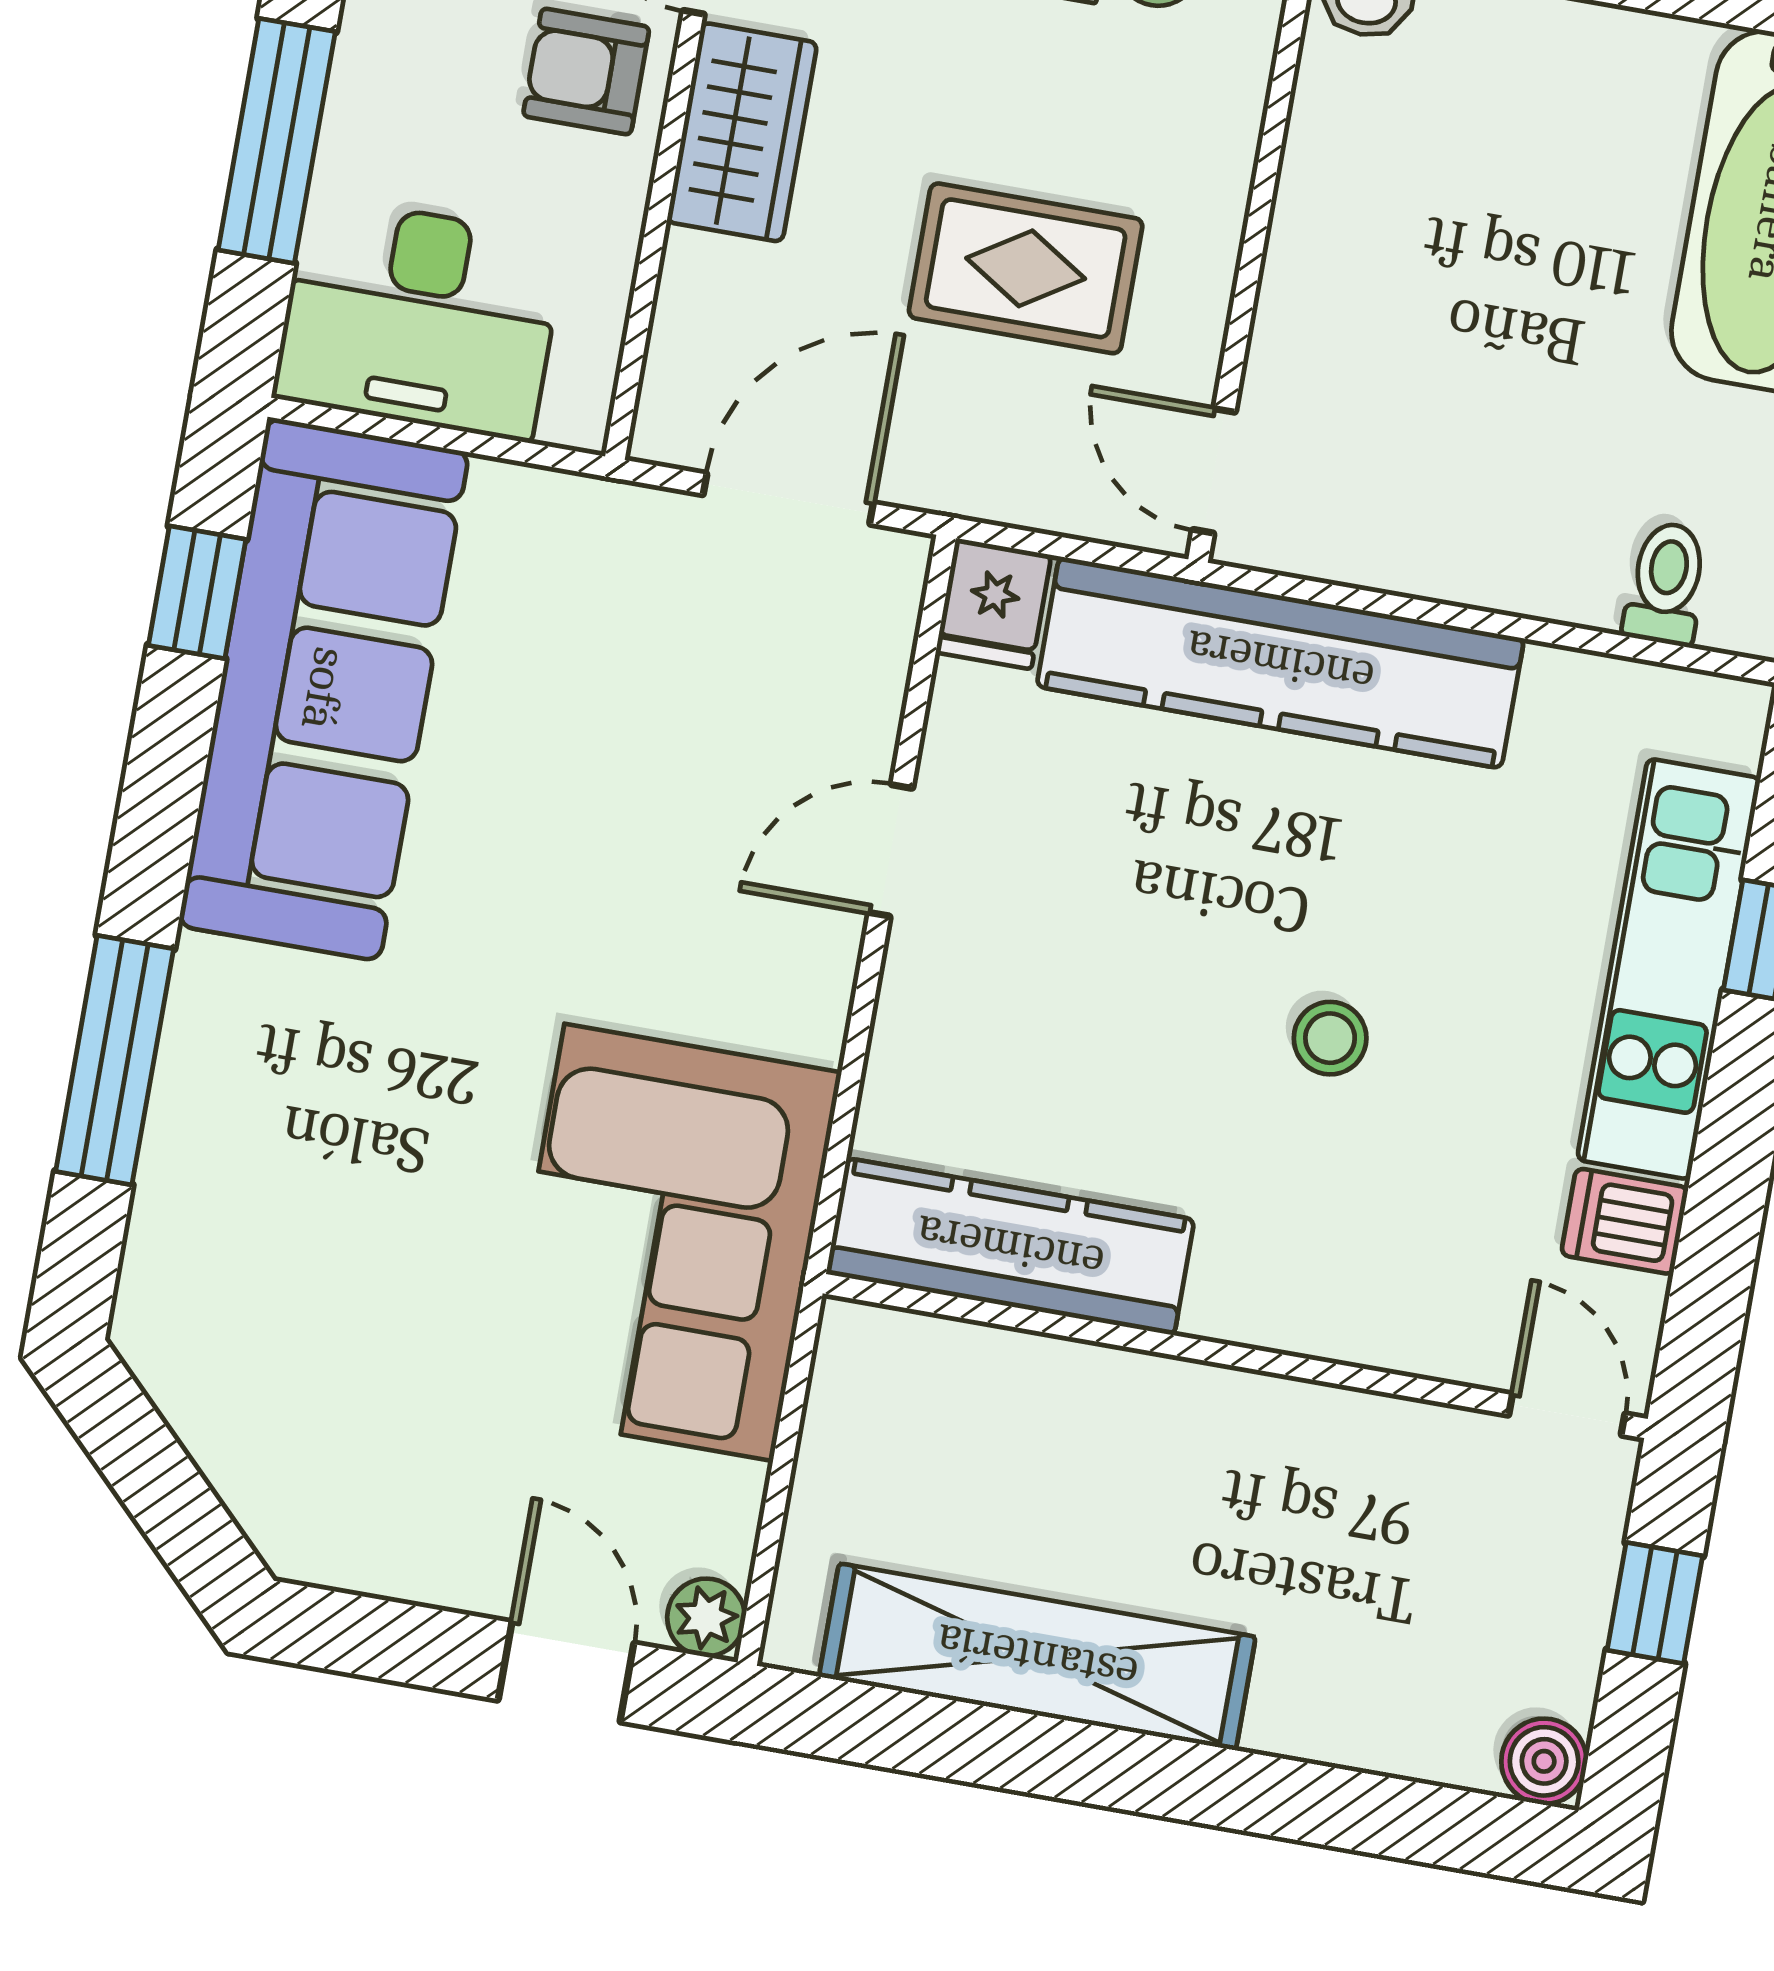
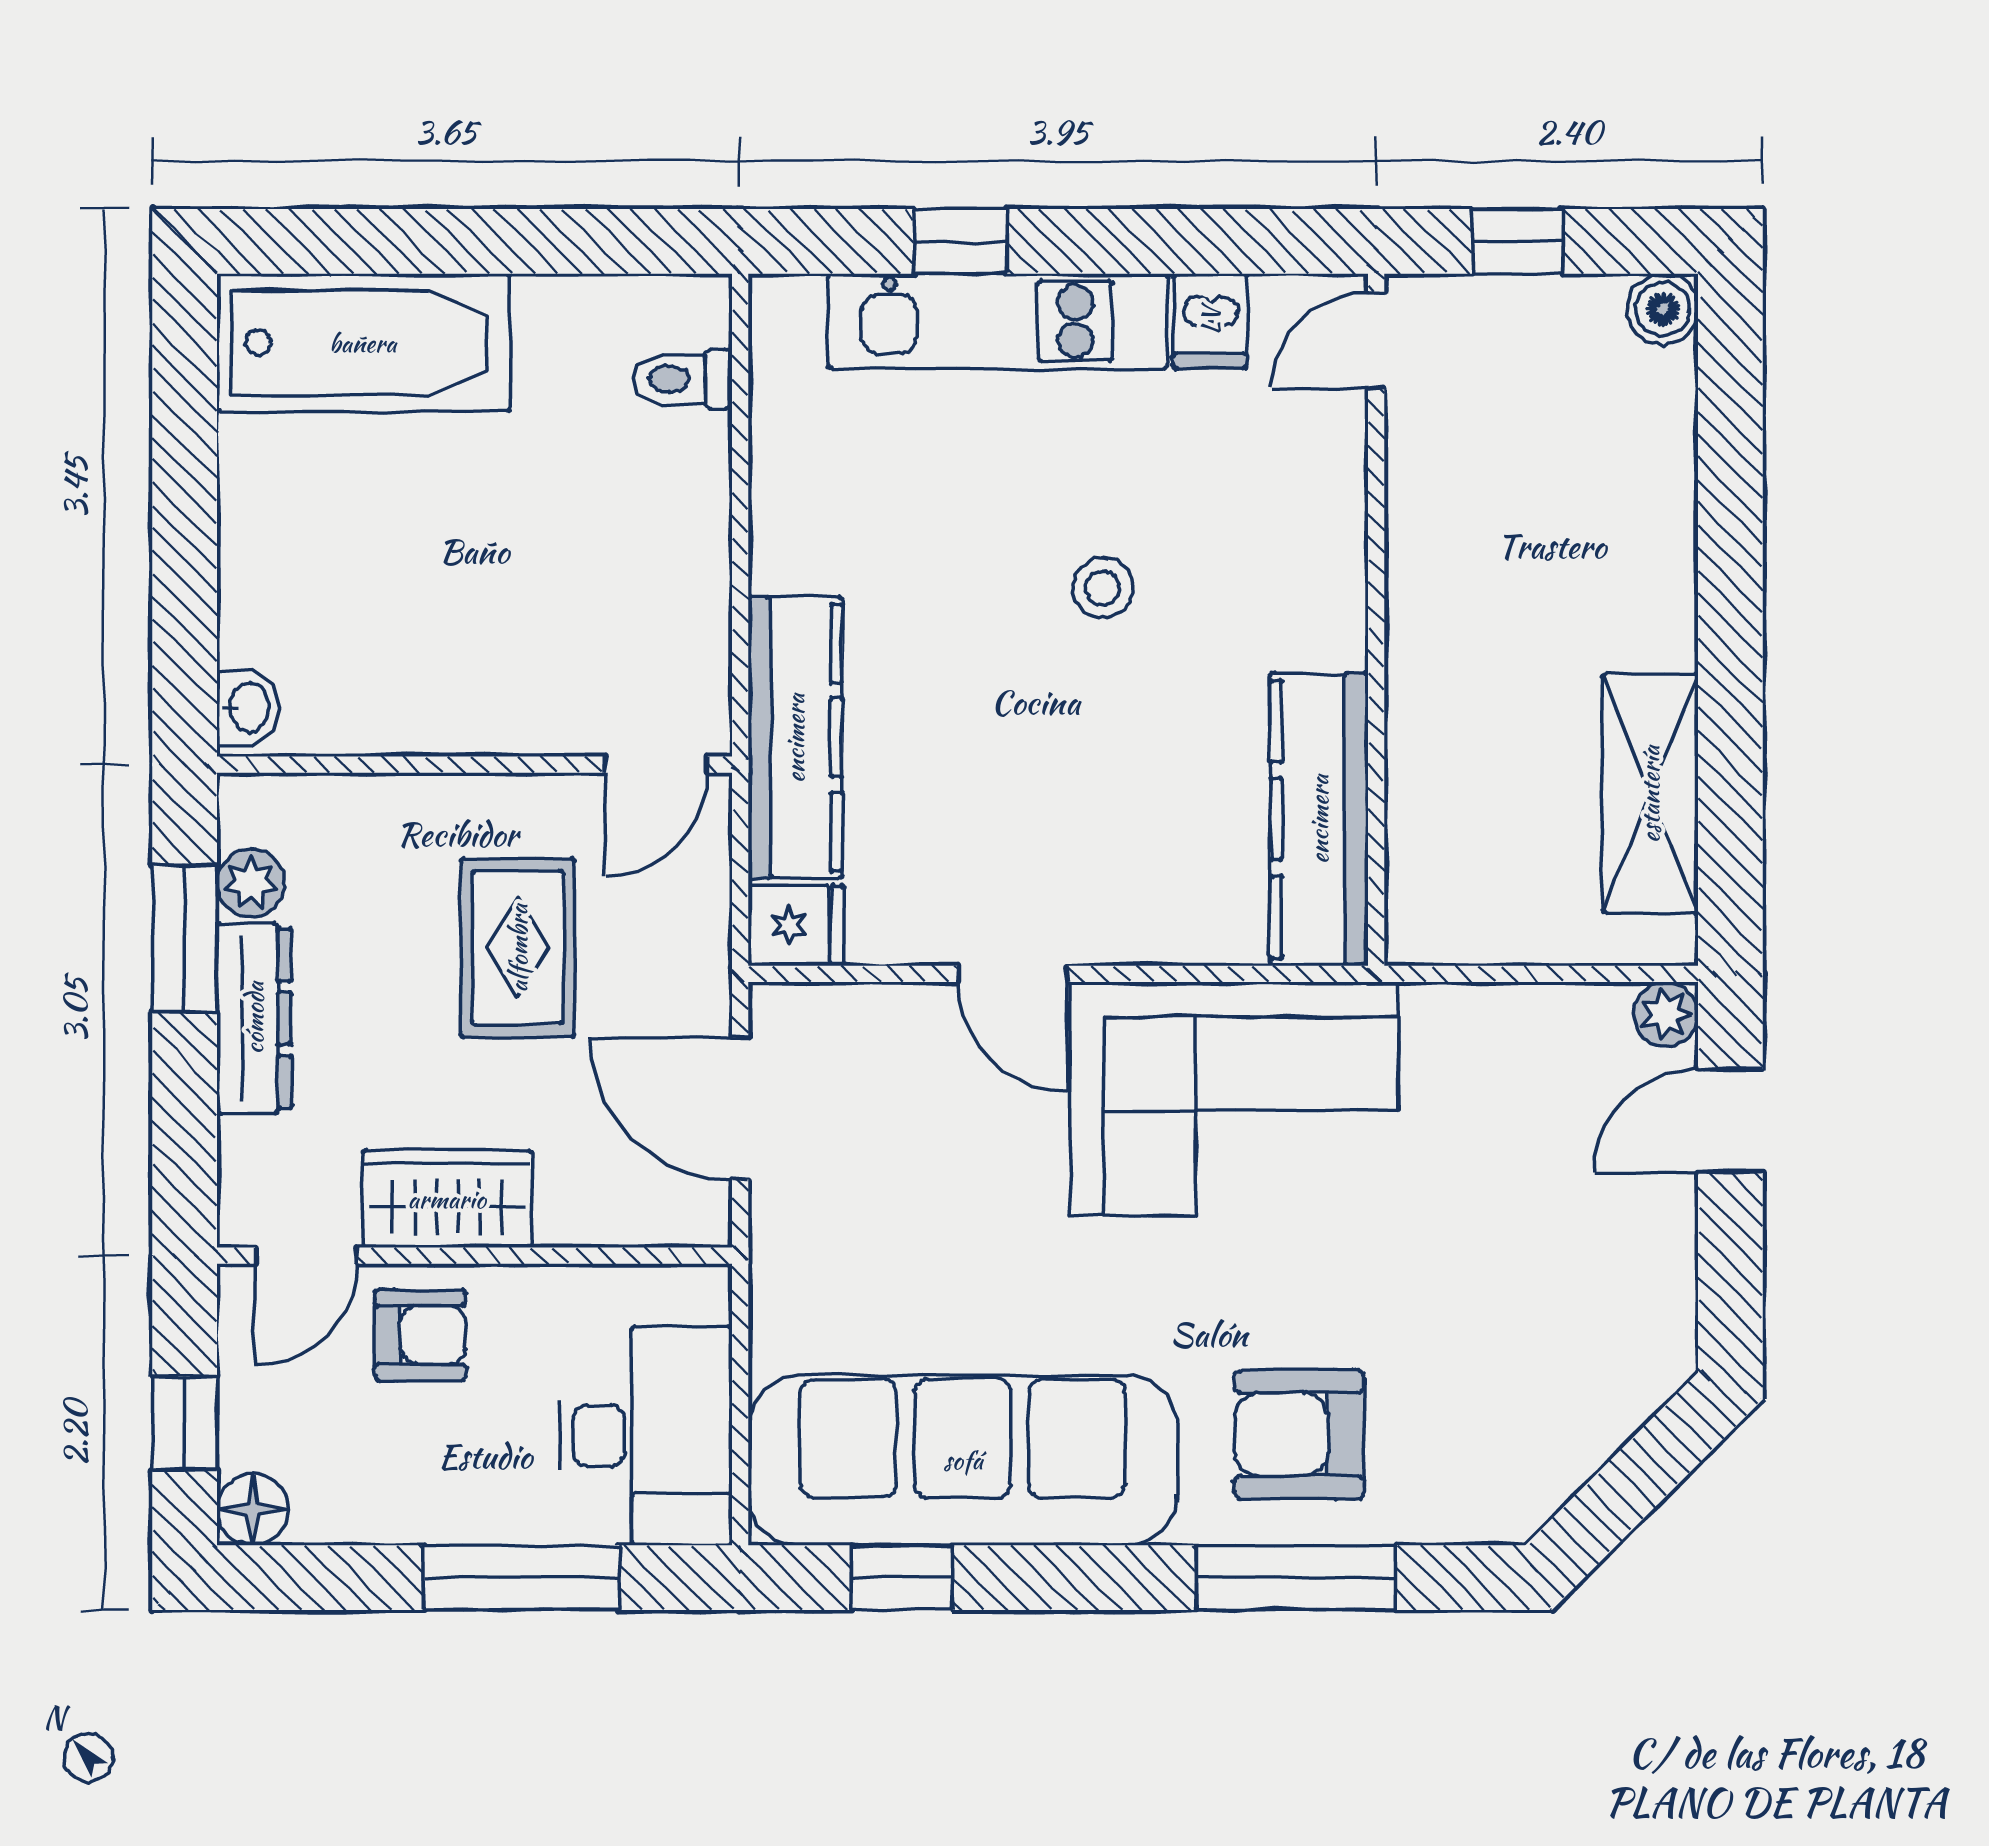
armchair: (586, 71) -> (420, 1335), turned -90
kitchen counter: (1280, 662) -> (795, 738), width x0.72, depth x0.86
armchair: (284, 1094) -> (1299, 1434), added
corner sofa: (669, 1242) -> (1234, 1099), moved
shelving: (1037, 1657) -> (1650, 794), width x0.68

